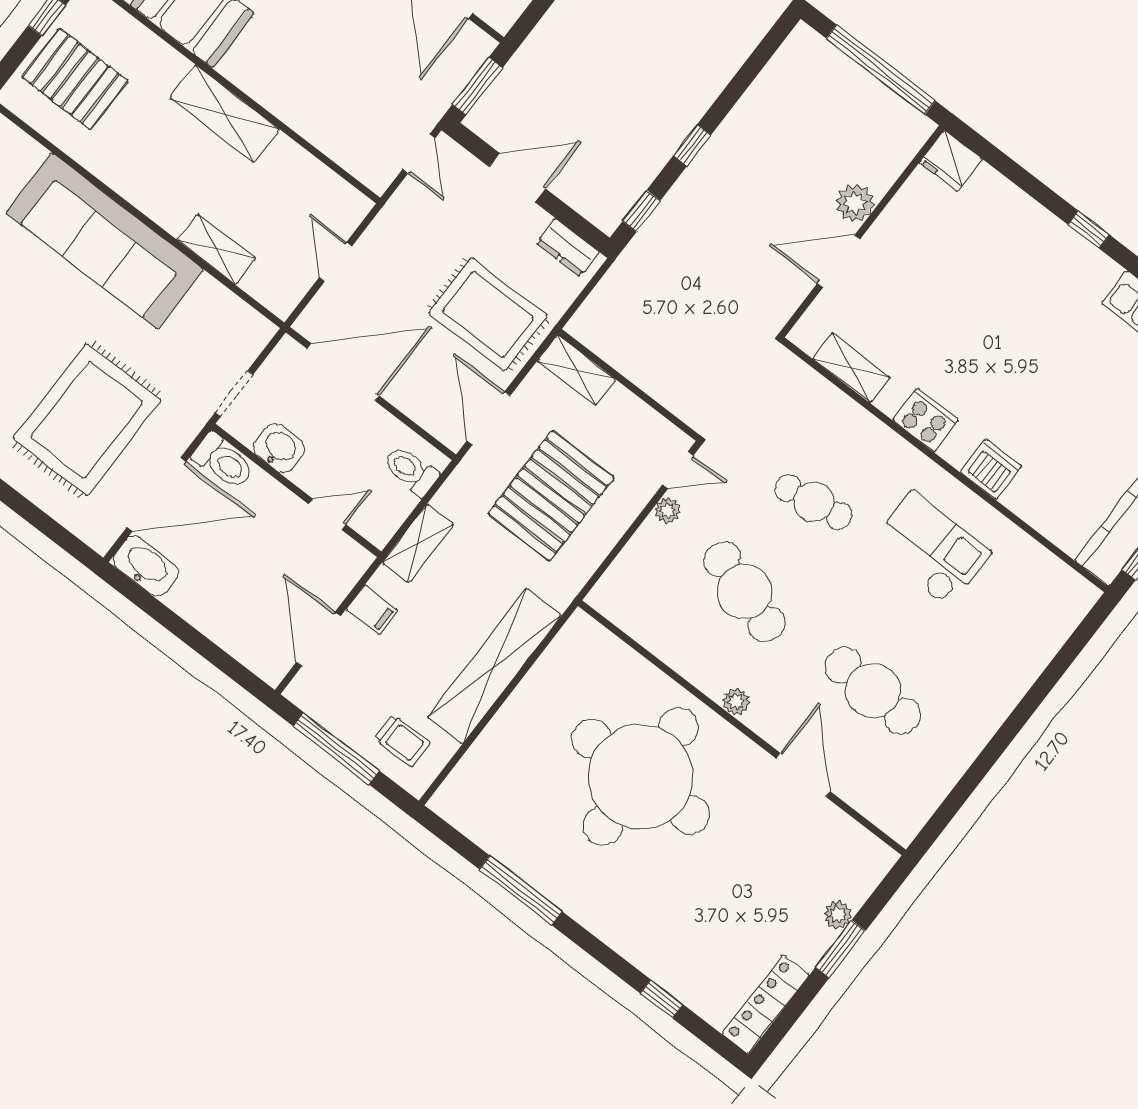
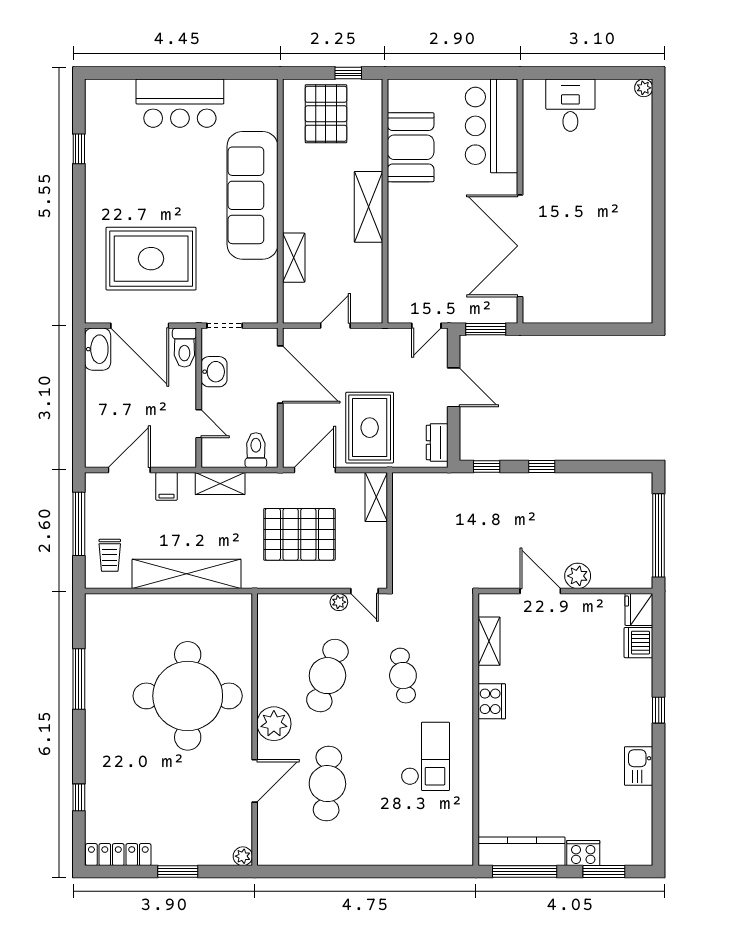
dishwasher: (991, 469) -> (638, 643), moved, turned 180
plant: (736, 702) -> (274, 724), width x1.88, depth x1.88
plant: (838, 915) -> (243, 856), moved

